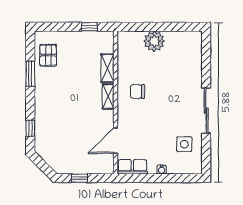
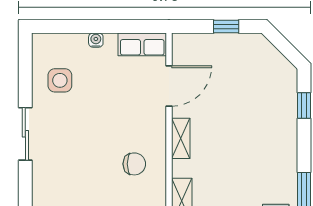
shelving: (108, 96) -> (181, 138), moved
sliding door: (206, 110) -> (25, 134), width x0.73

